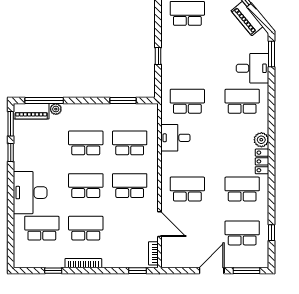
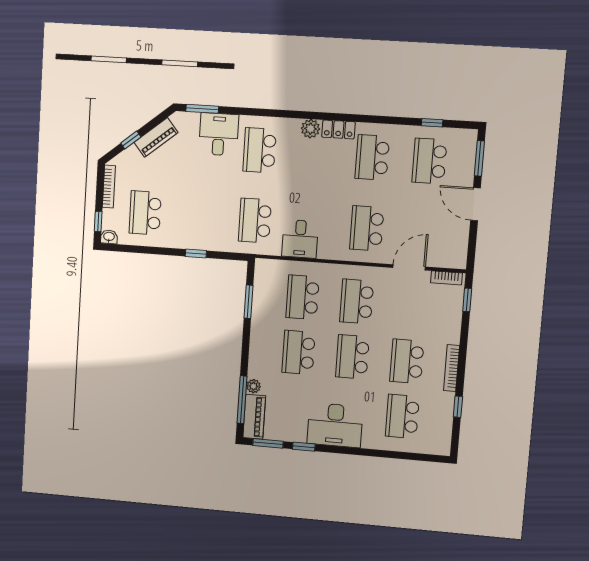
desk: (30, 193) -> (335, 425), moved

